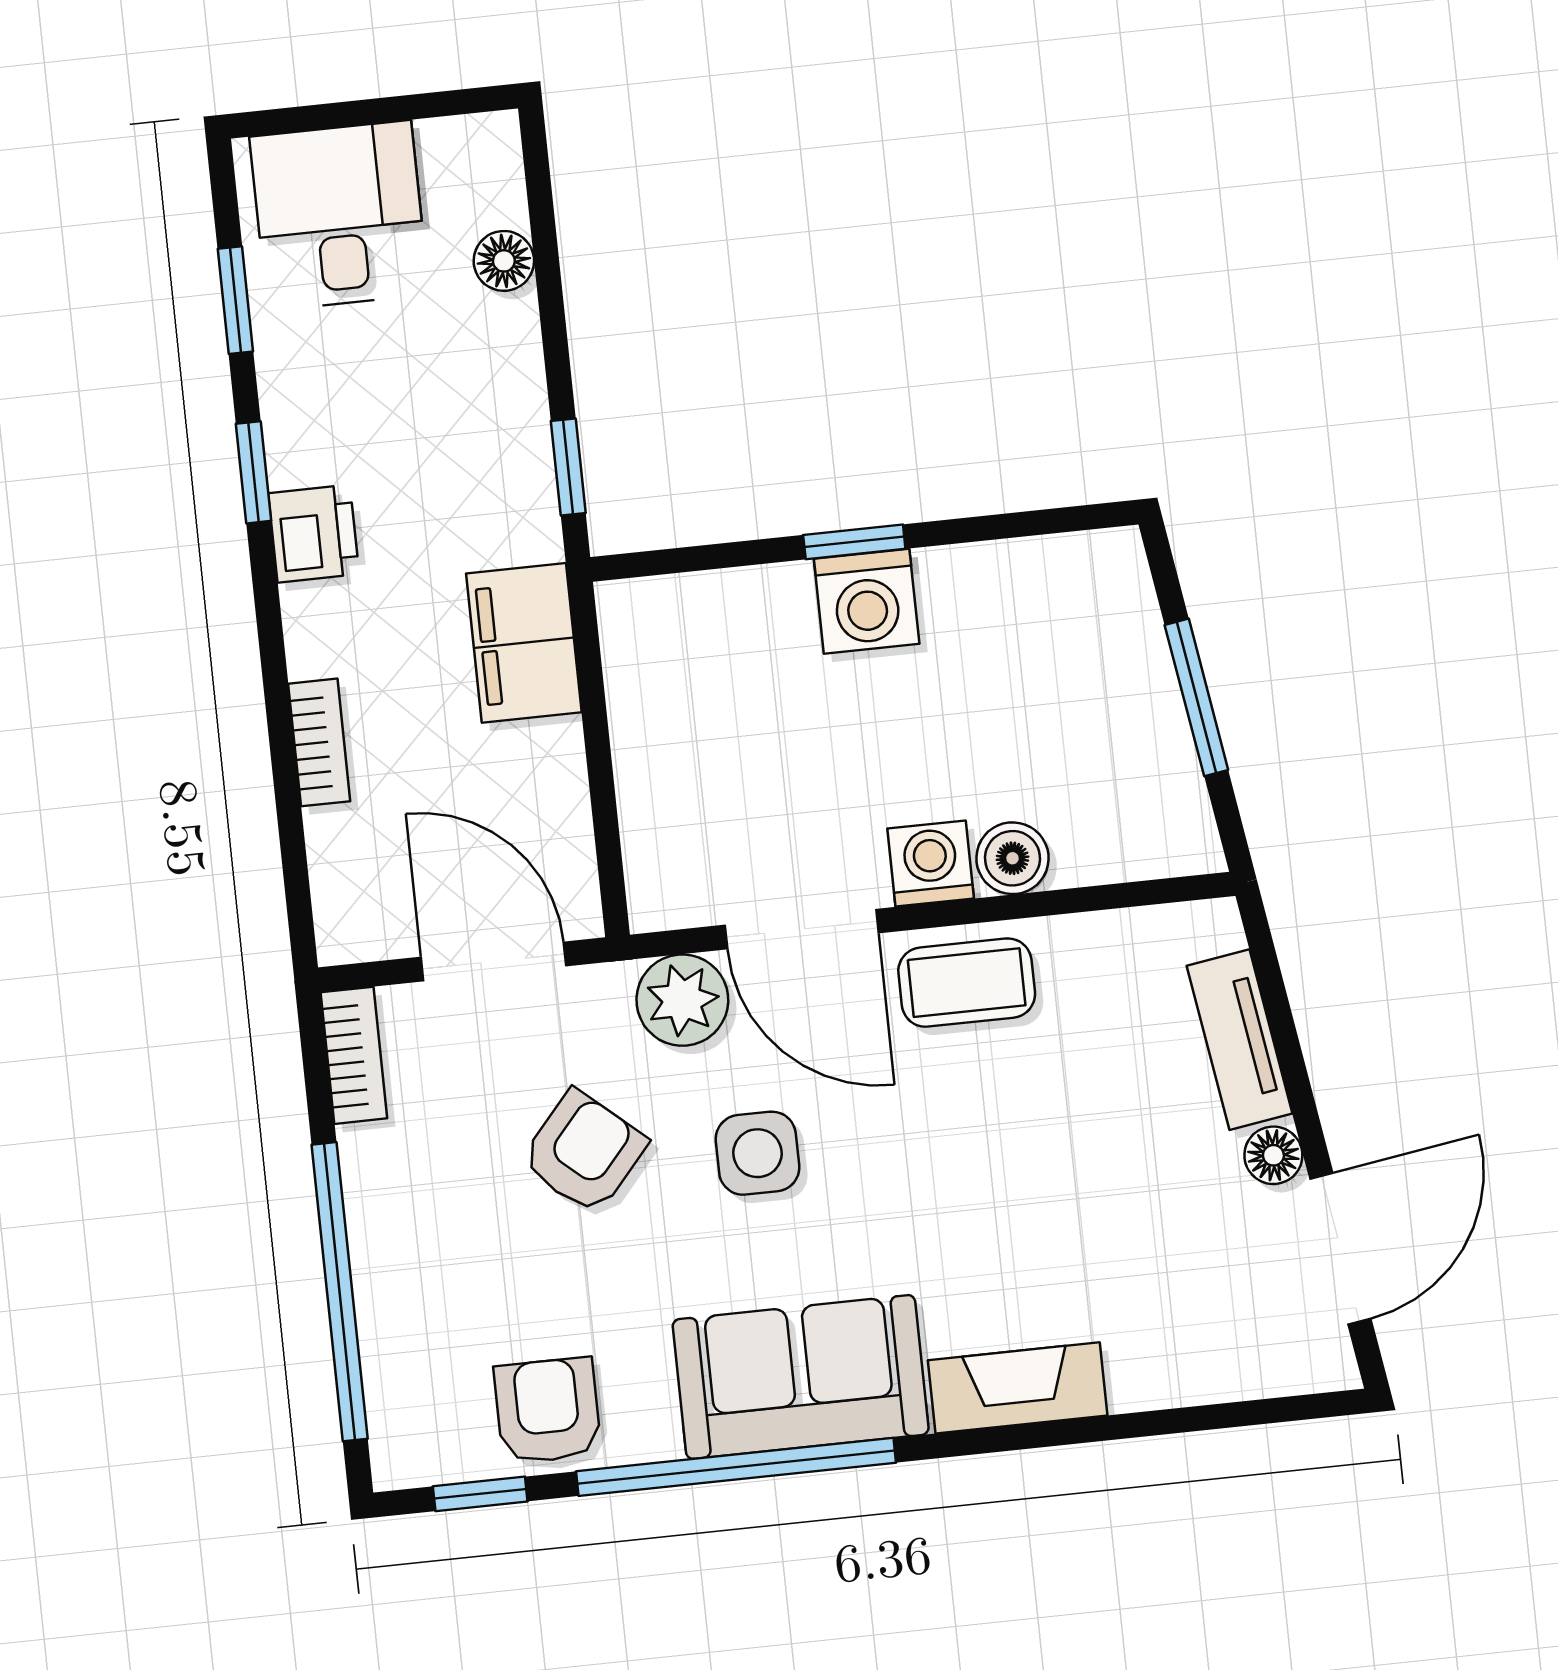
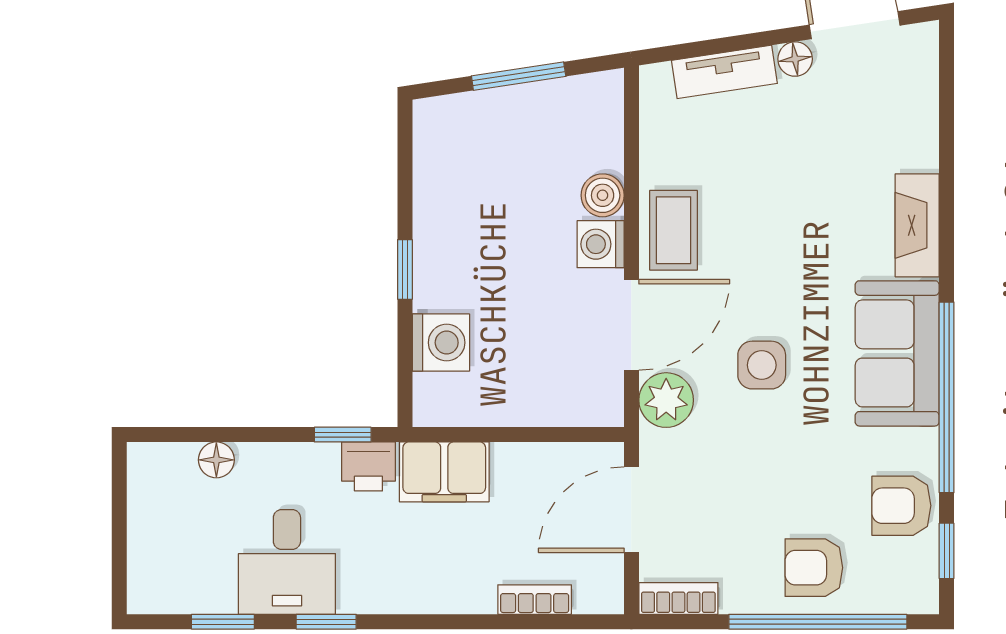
desk: (339, 215) -> (287, 562), moved, turned -90
printer: (314, 534) -> (368, 466), moved, turned 180
washing machine: (867, 601) -> (441, 343), moved
bookcase: (319, 742) -> (535, 600), moved
armchair: (584, 1152) -> (814, 568), moved, turned -41

